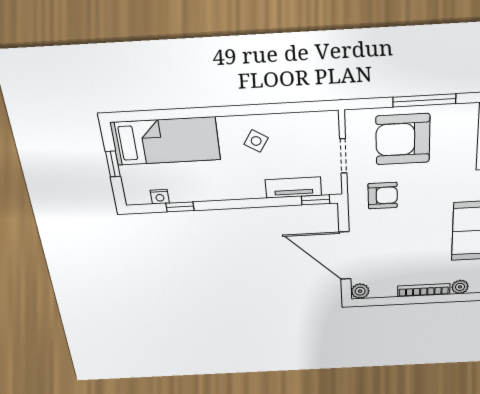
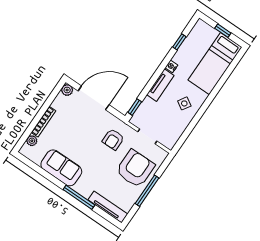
tv unit: (293, 187) -> (160, 85), moved
nightstand: (160, 197) -> (171, 66), moved

